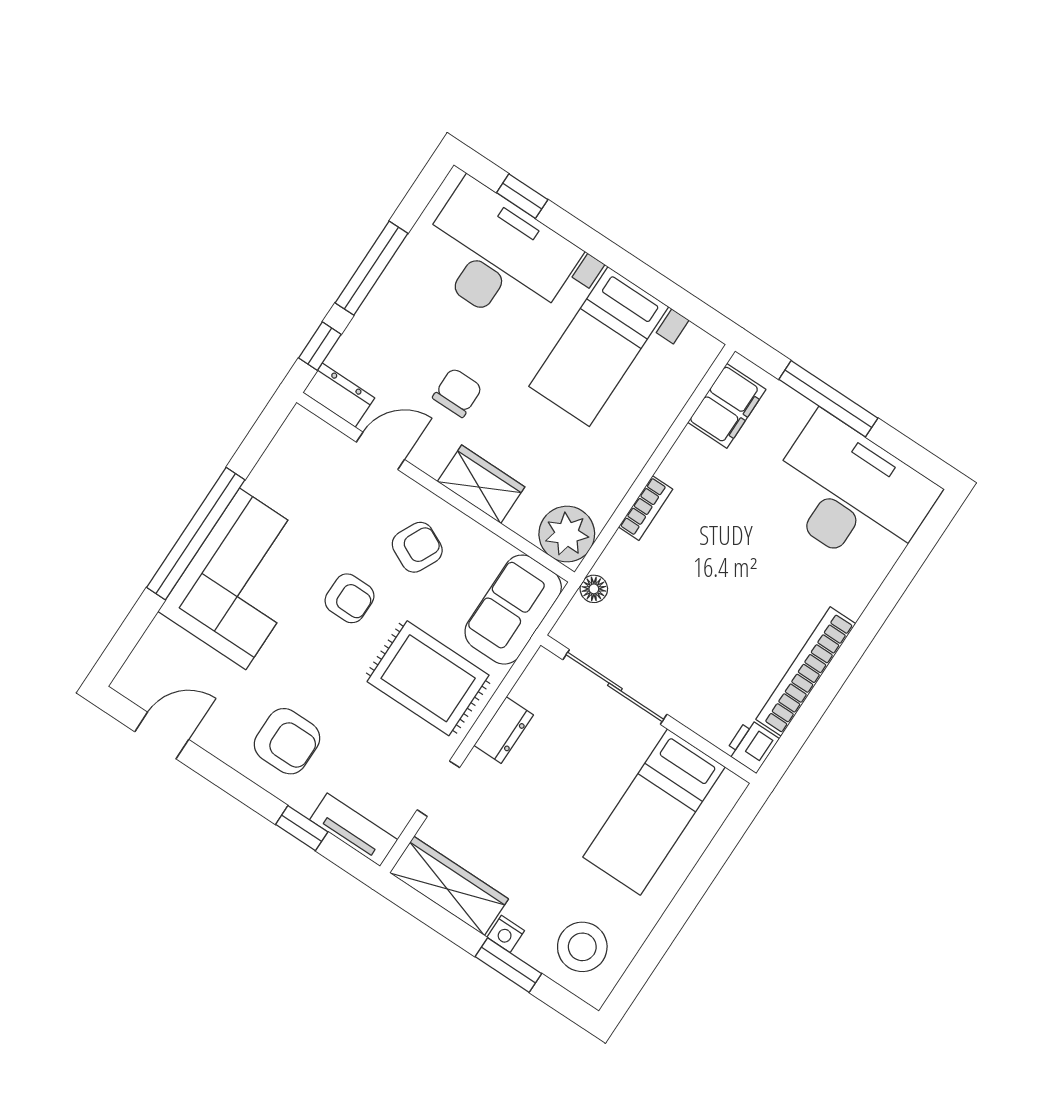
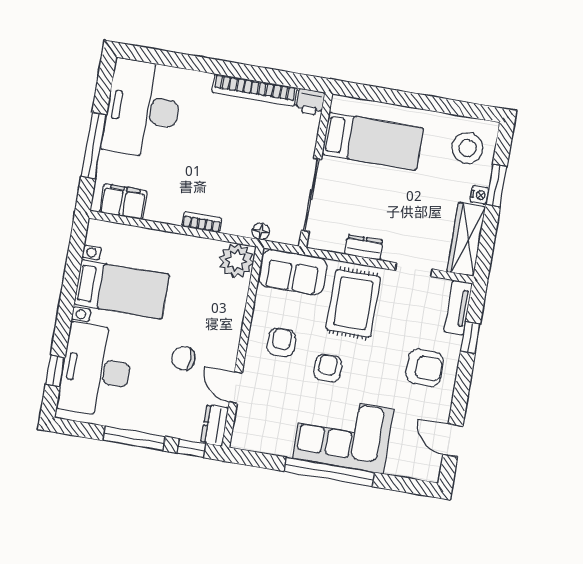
wardrobe: (481, 484) -> (230, 322), removed
armchair: (417, 547) -> (281, 342), turned 64
armchair: (287, 741) -> (425, 368), turned 90

